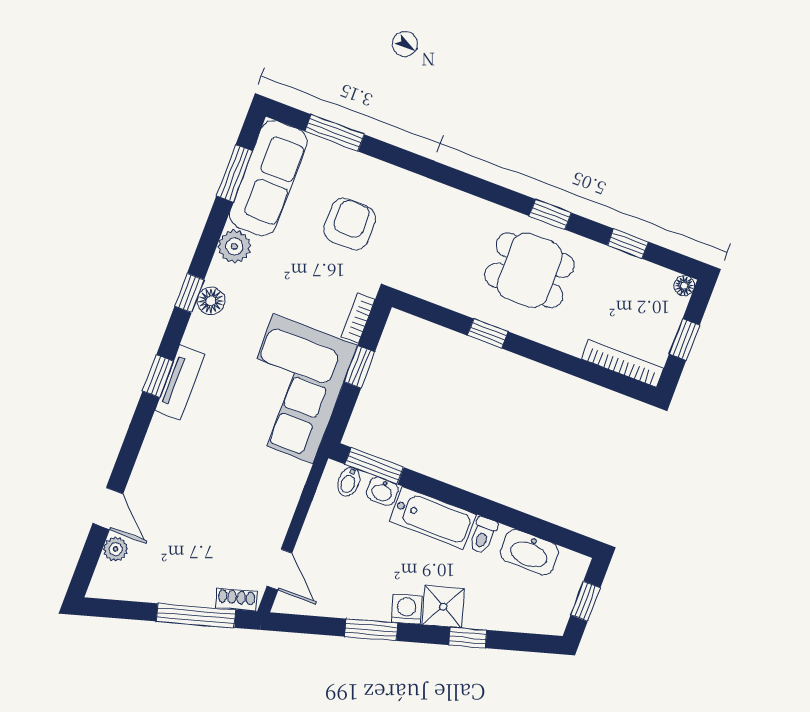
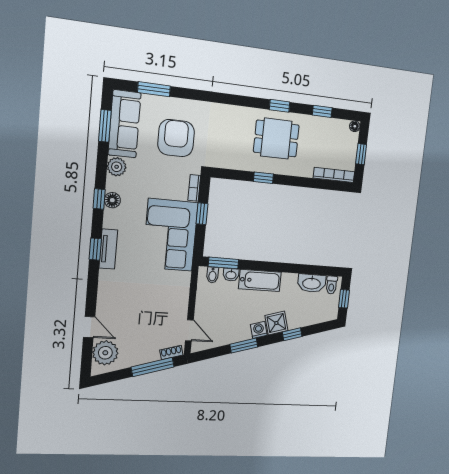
armchair: (350, 224) -> (176, 138), width x1.36, depth x1.36
toilet: (483, 535) -> (332, 285), moved
plant: (116, 549) -> (105, 353), width x1.87, depth x1.87

